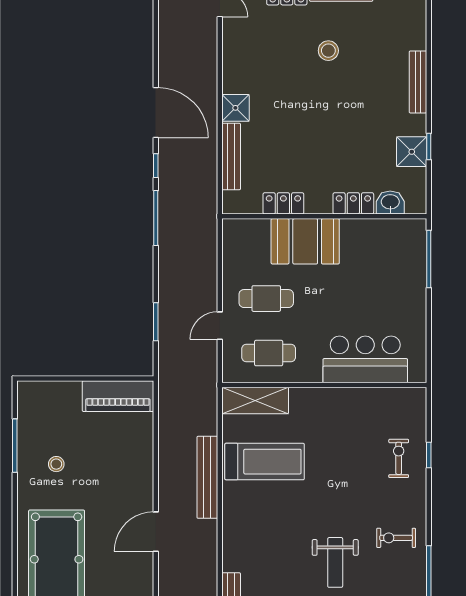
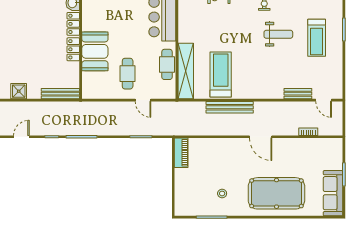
door: (156, 113) -> (21, 137), width x0.53
bench: (231, 157) -> (60, 94), moved
locker: (283, 203) -> (73, 49), moved
cafe table: (269, 353) -> (167, 64), moved
piano: (118, 396) -> (181, 153), width x0.73, depth x0.75
shelving: (255, 400) -> (186, 71), width x1.47

